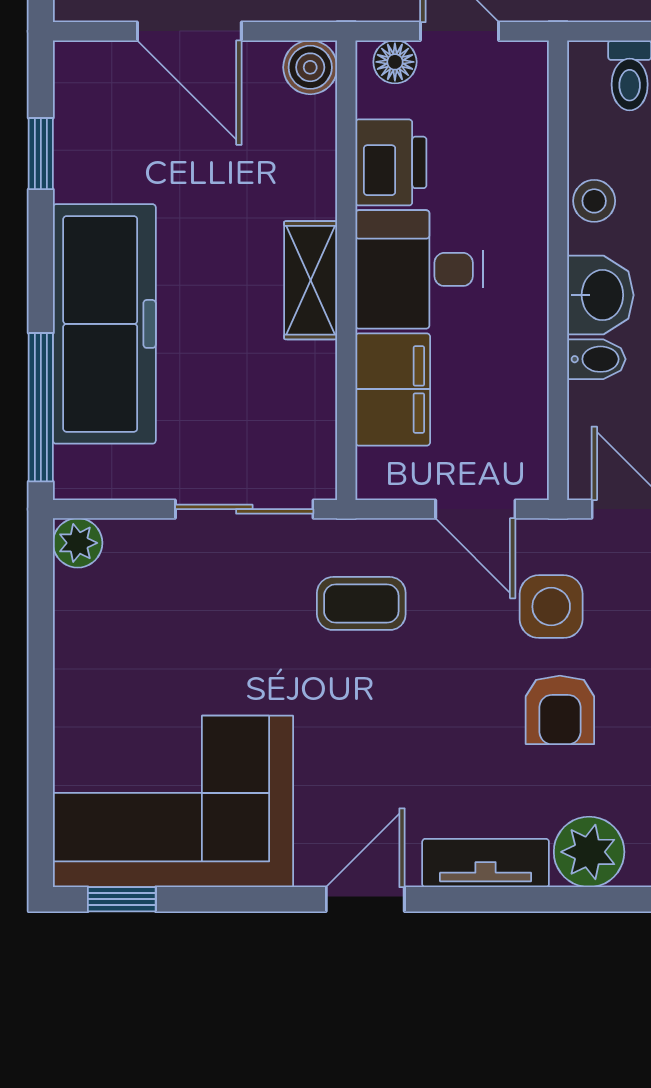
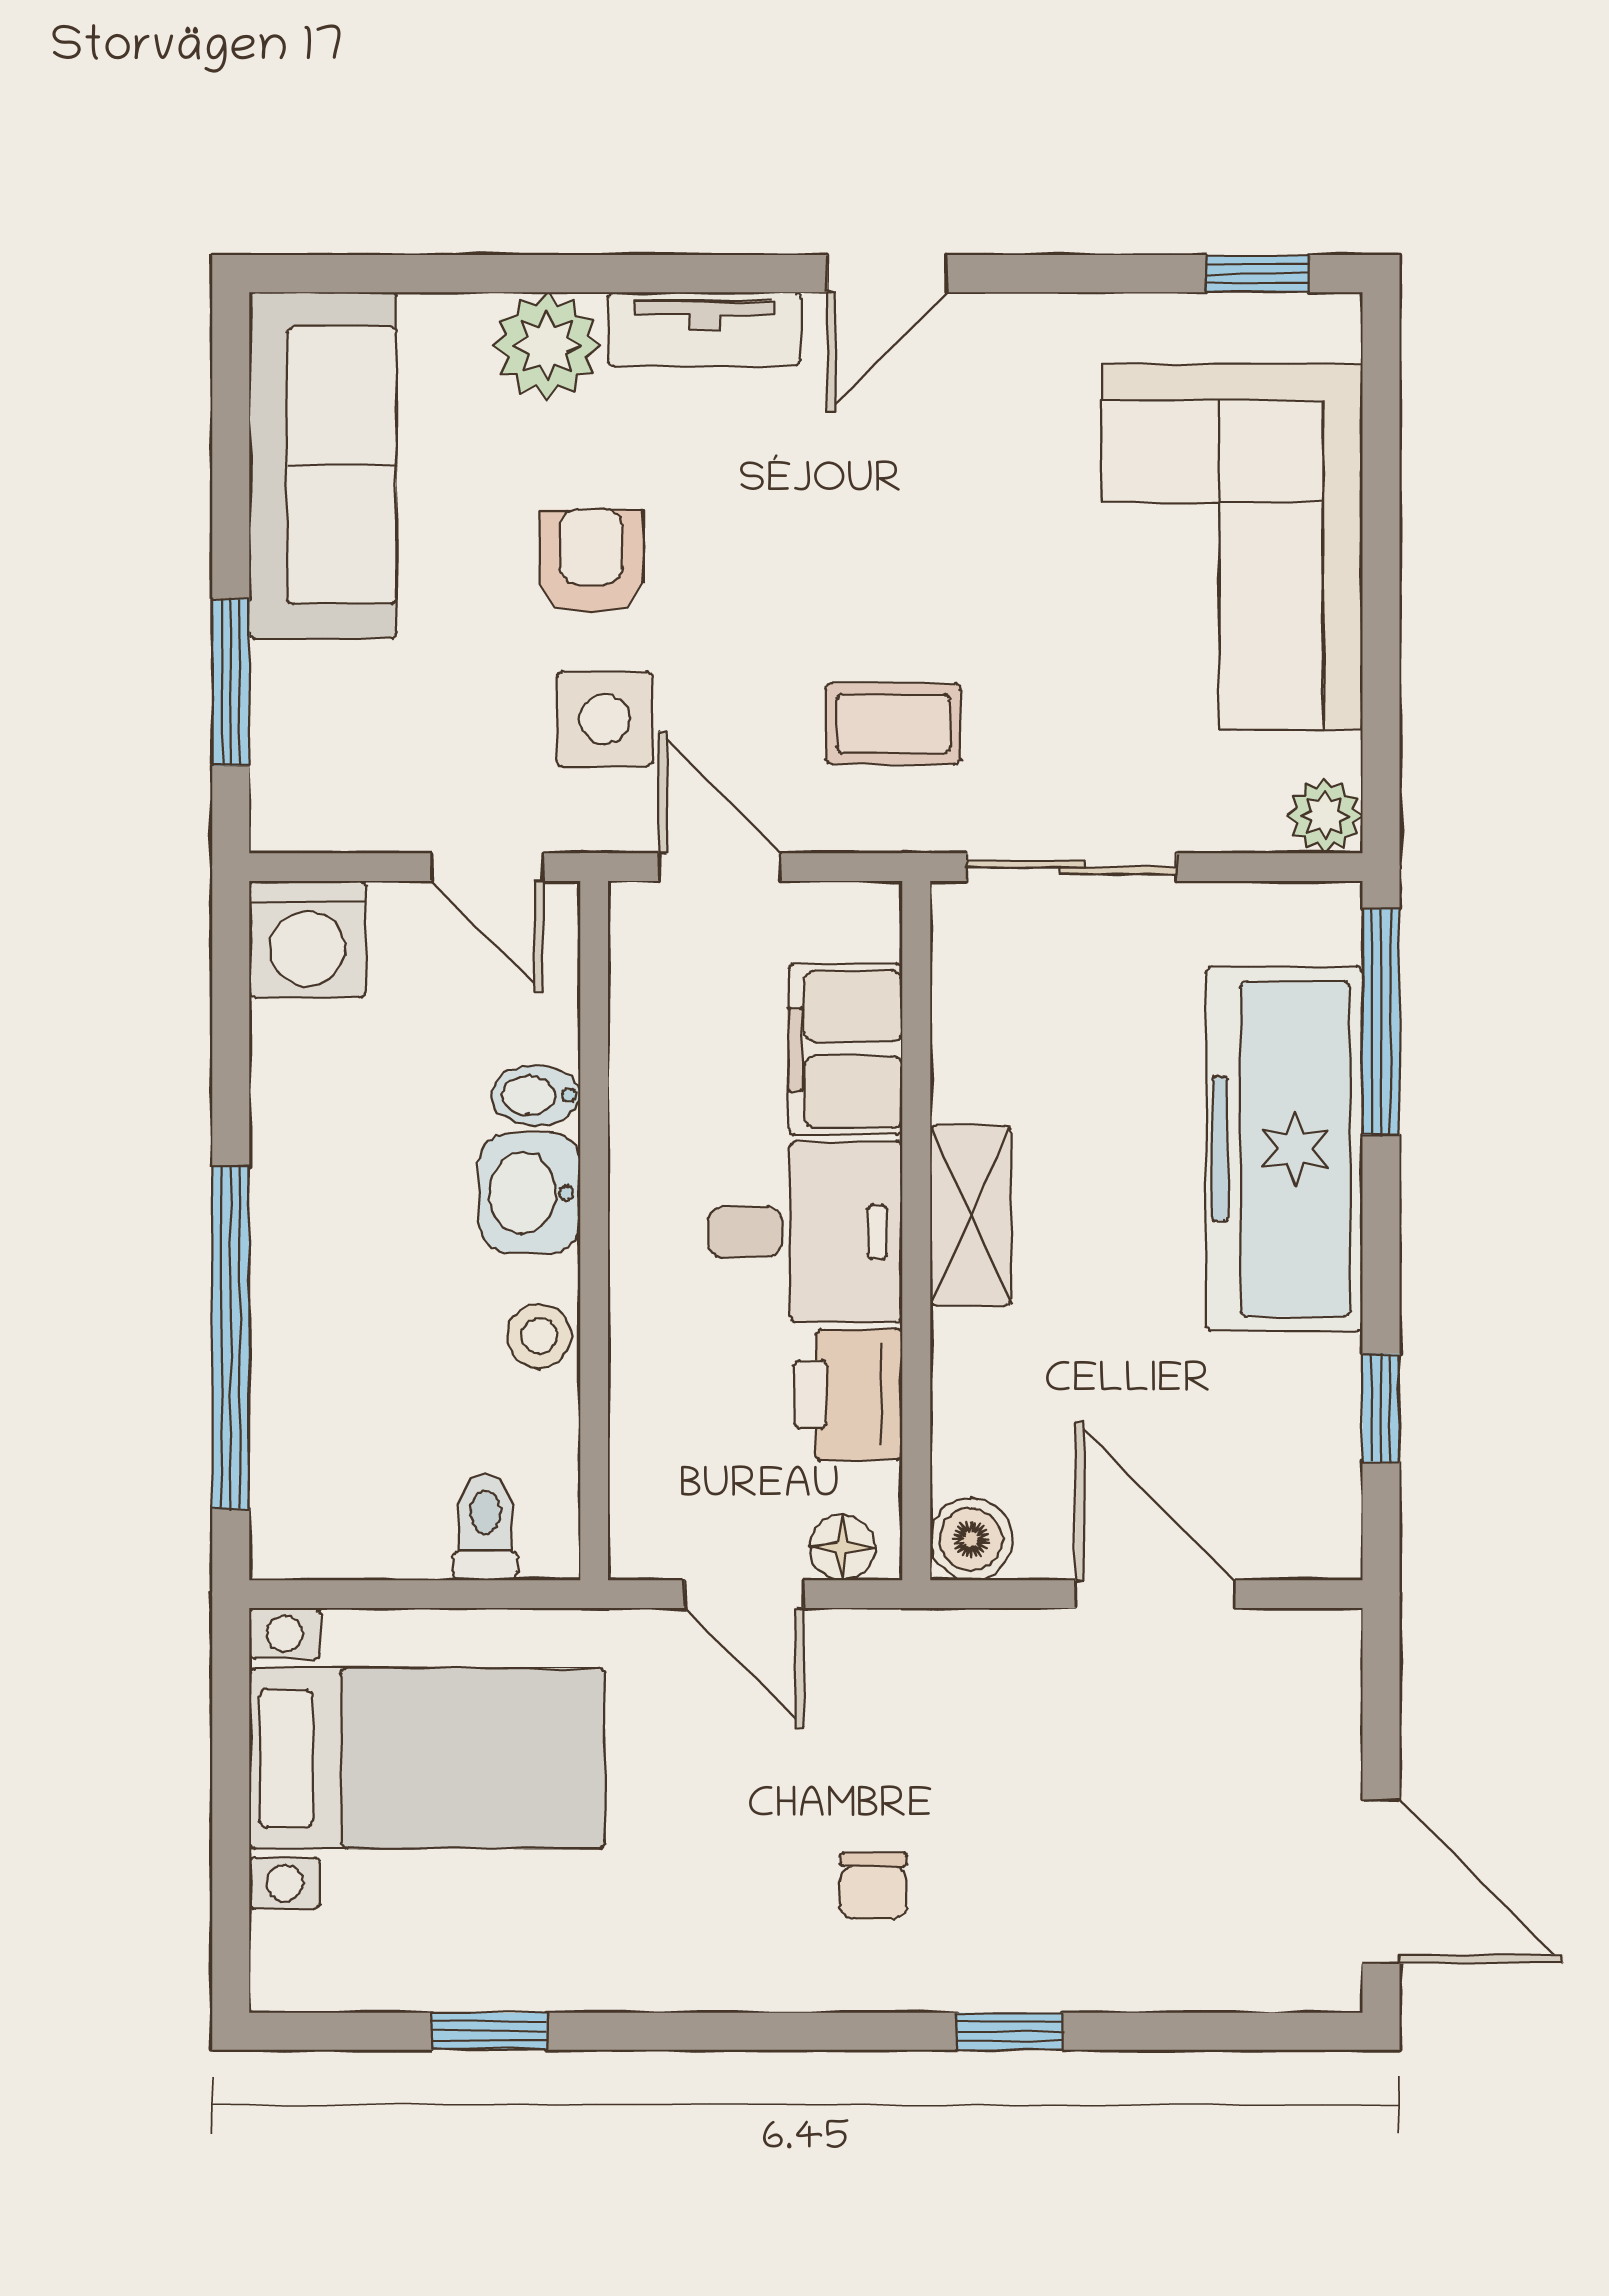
corner sofa: (173, 801) -> (1232, 547), moved, turned 90

